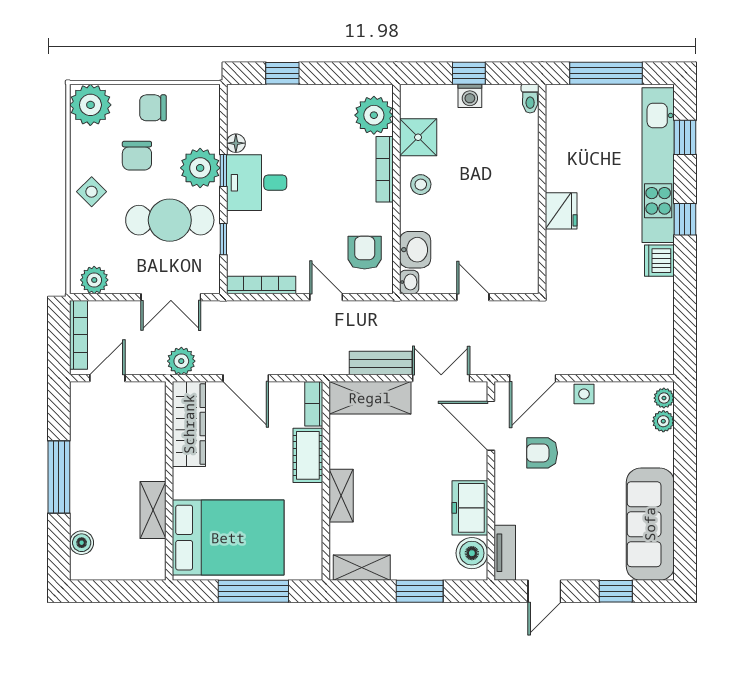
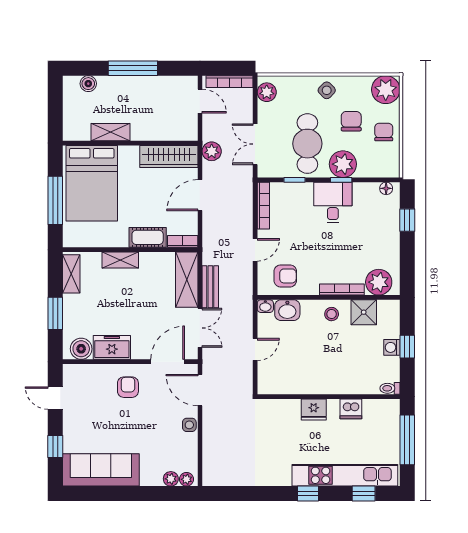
floor lamp: (236, 143) -> (386, 188), moved
chair: (137, 156) -> (351, 121), turned 90
dishwasher: (659, 261) -> (351, 409), moved, turned 180
armchair: (542, 453) -> (128, 387), moved
tv unit: (505, 553) -> (81, 371), removed

